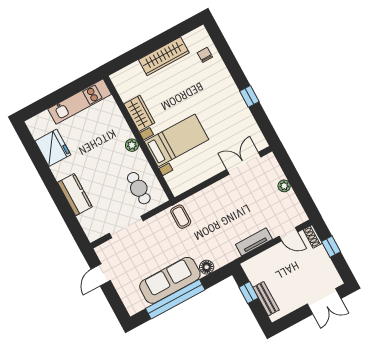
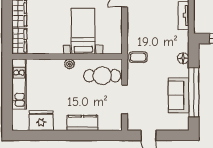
wardrobe: (139, 113) -> (19, 41), moved, turned 90
cafe table: (139, 188) -> (102, 76), width x1.37, depth x1.35
sofa: (170, 280) -> (179, 95), width x0.73

